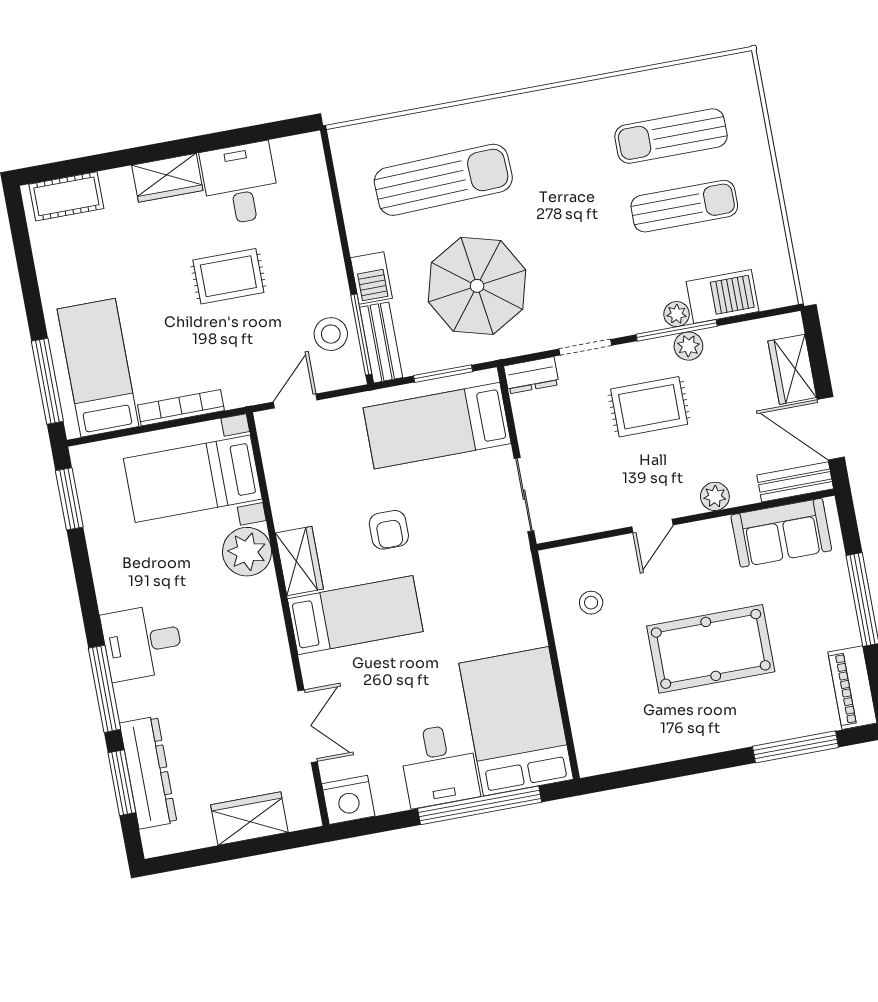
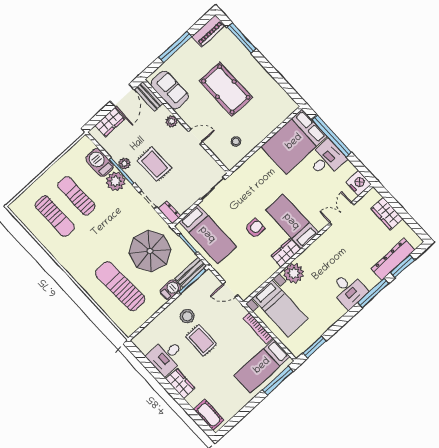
plant: (677, 314) -> (116, 181), width x1.88, depth x1.88
stool: (331, 334) -> (187, 316), moved

